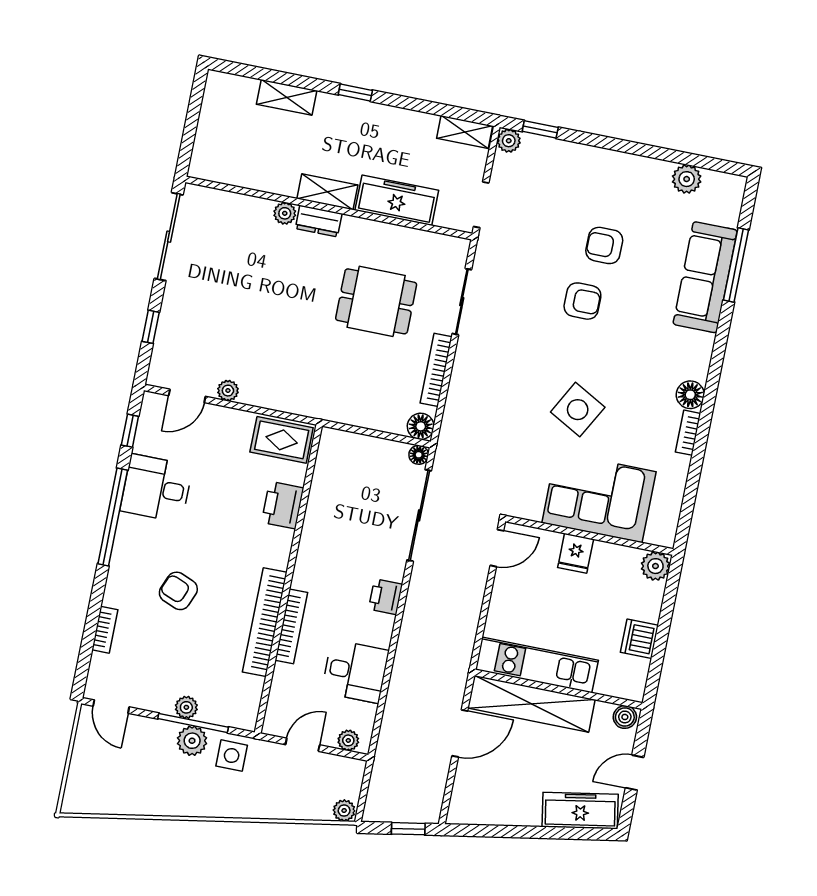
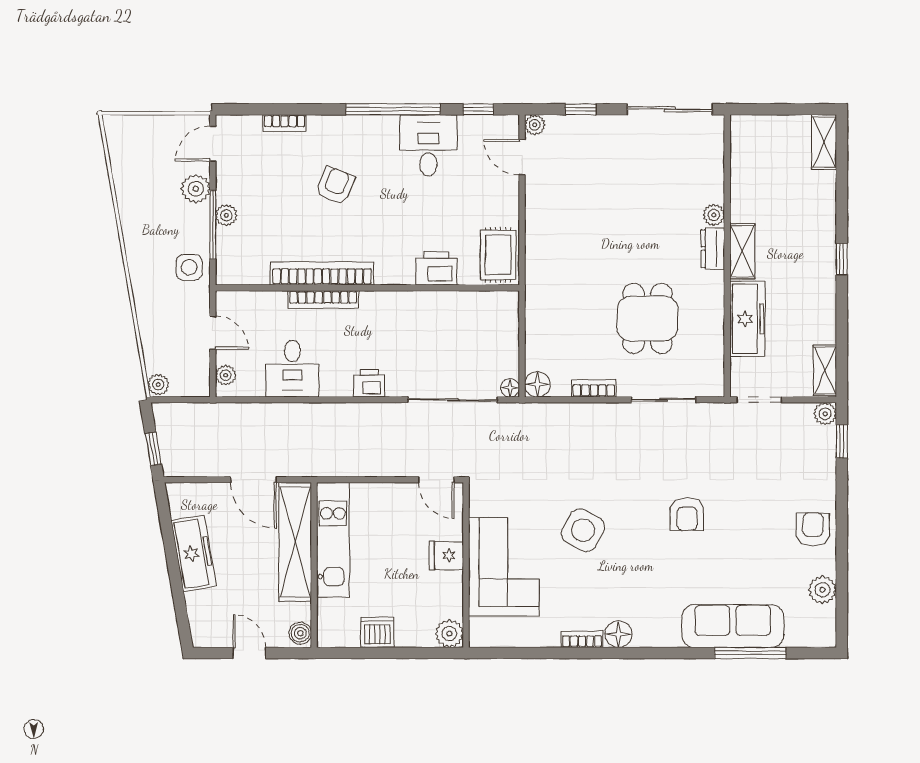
shelving: (287, 97) -> (824, 142), moved
armchair: (604, 245) -> (813, 529), moved
bookcase: (436, 370) -> (594, 388), width x0.64
plant: (228, 391) -> (535, 125), moved
plant: (192, 741) -> (196, 189), moved
freezer: (580, 811) -> (194, 553), moved

